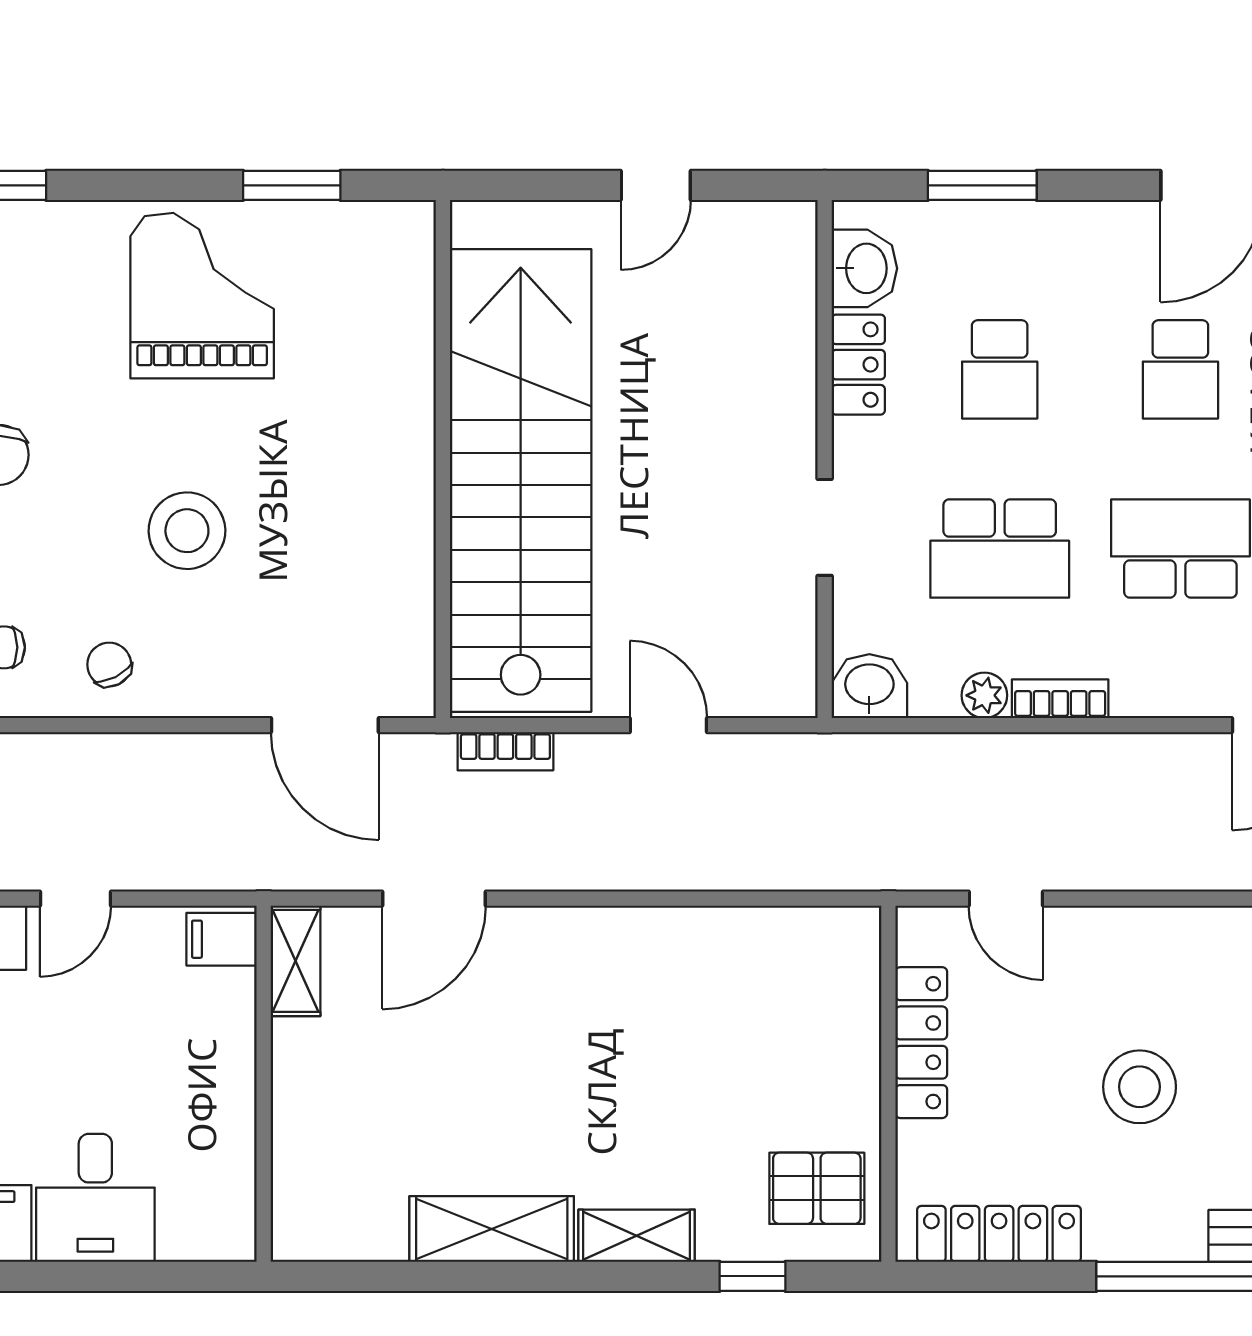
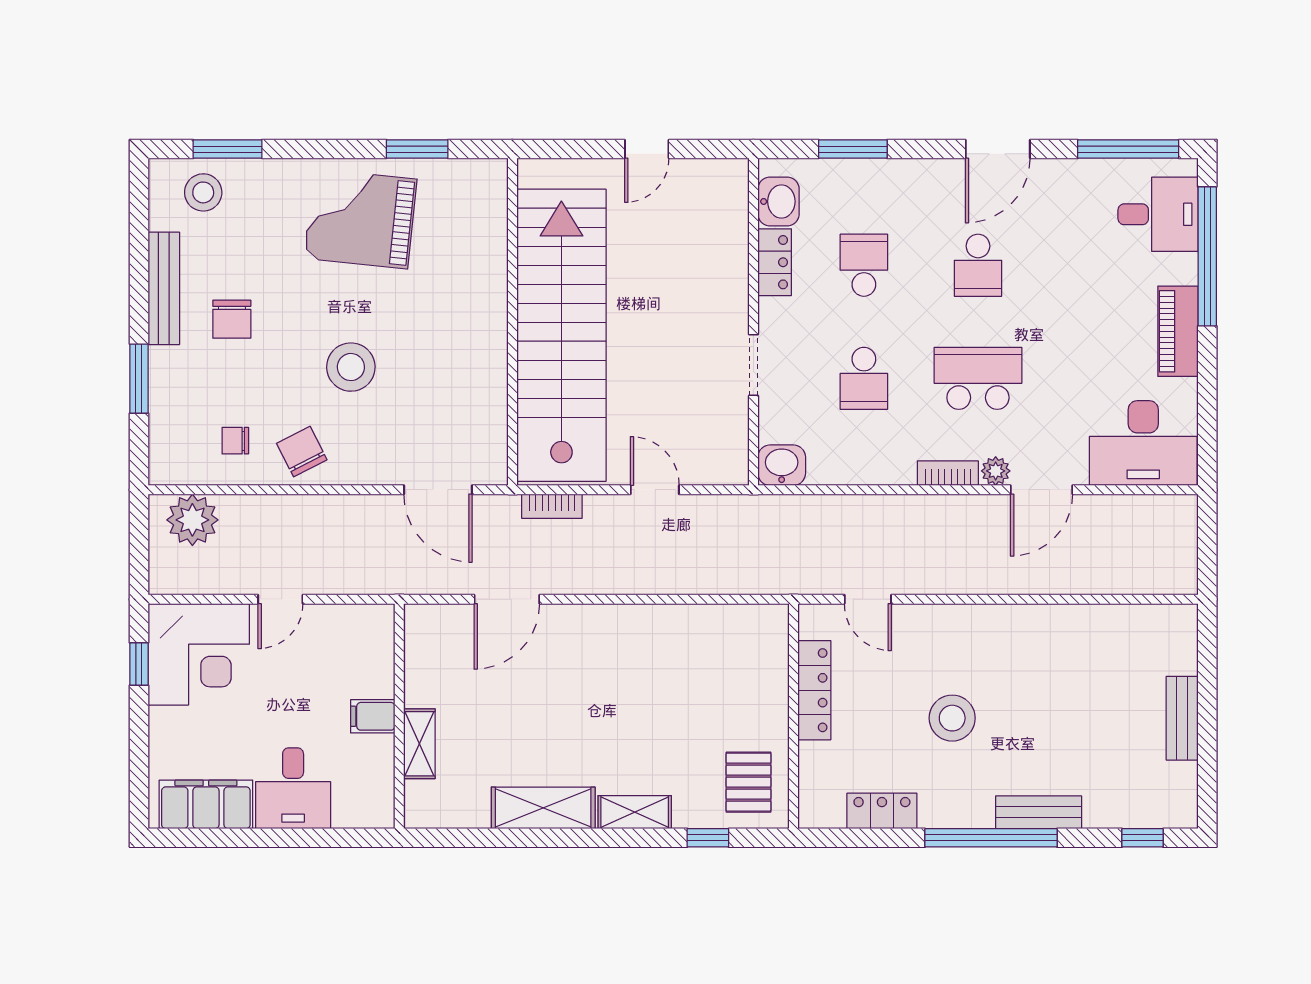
grand piano: (202, 296) -> (360, 219), turned -84
school desk: (1000, 369) -> (864, 265), turned 180
school desk: (1000, 549) -> (864, 378), width x0.54
chair: (109, 665) -> (302, 452), width x1.37, depth x1.37
plant: (984, 695) -> (996, 471), moved
bookcase: (1060, 699) -> (948, 473), moved
filing cabinet: (222, 939) -> (373, 716), moved
shelving: (295, 961) -> (419, 744), moved
pallet: (817, 1188) -> (748, 782), turned 90
locker: (999, 1234) -> (882, 811), width x0.66

